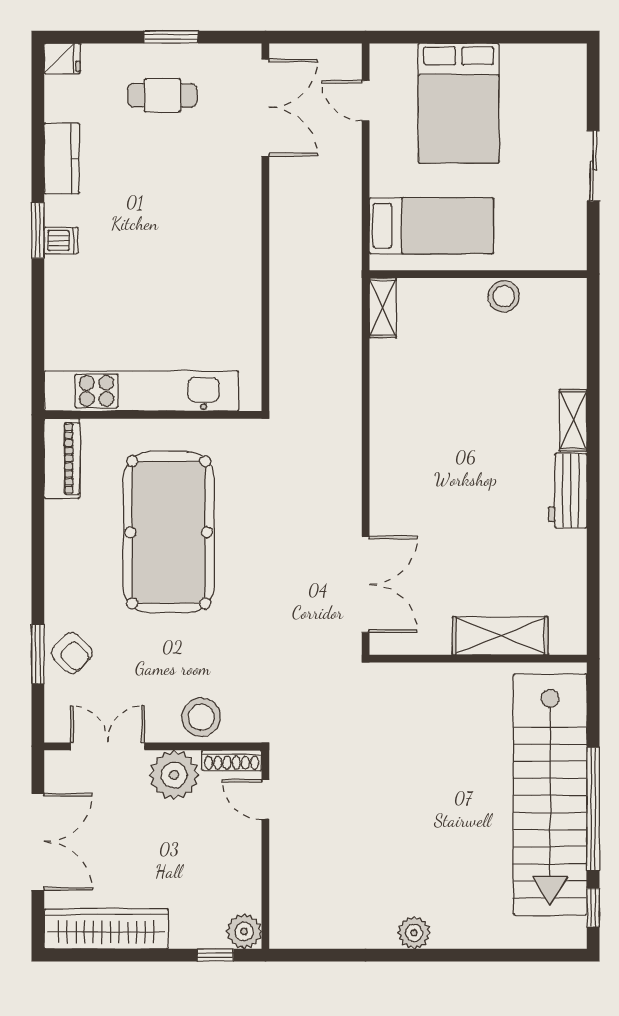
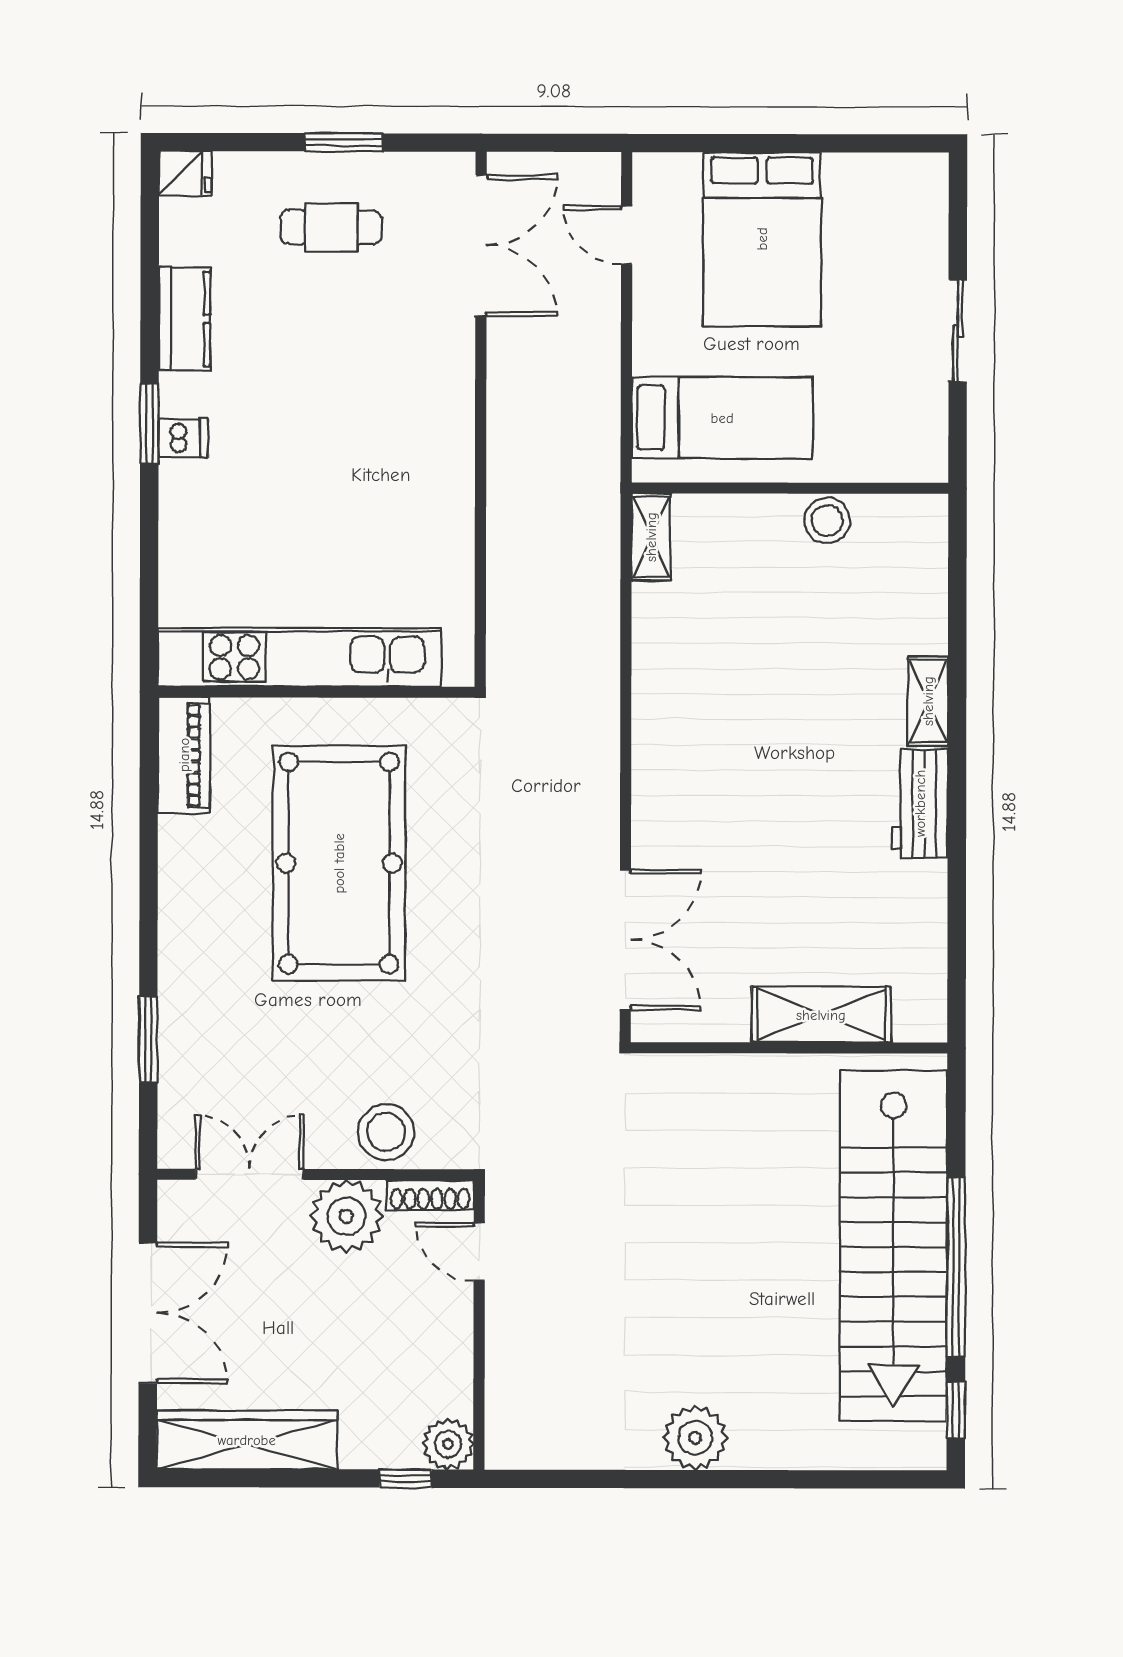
armchair: (72, 653) -> (198, 1039), removed
plant: (414, 933) -> (695, 1438), width x1.36, depth x1.36

